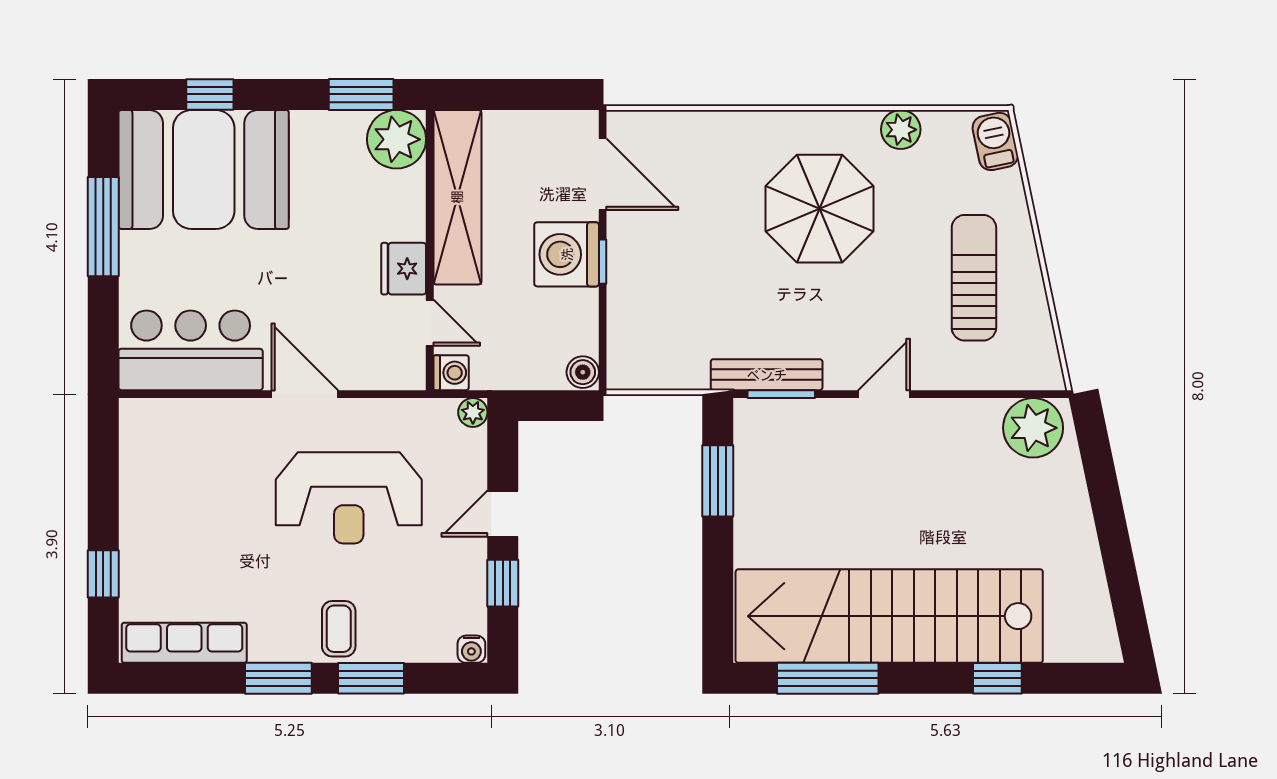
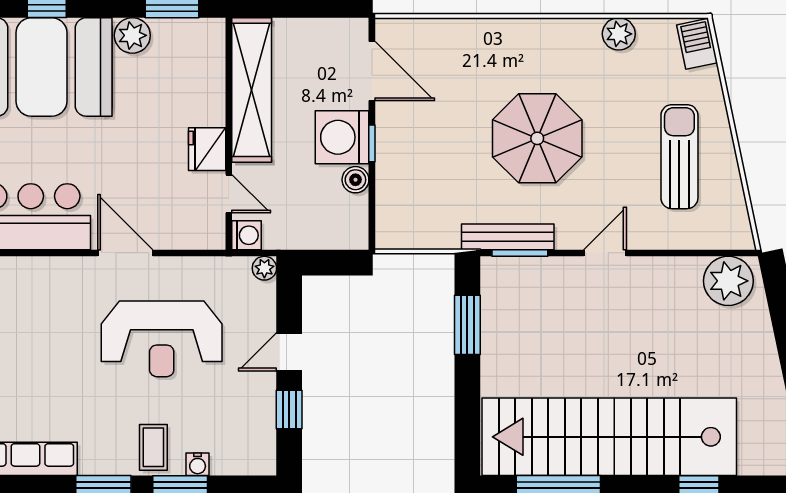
plant: (397, 139) -> (132, 35), moved, width x0.73, depth x0.73
parasol: (819, 209) -> (537, 138), moved
boiler: (583, 372) -> (355, 180), moved
water cooler: (471, 649) -> (198, 464), moved

